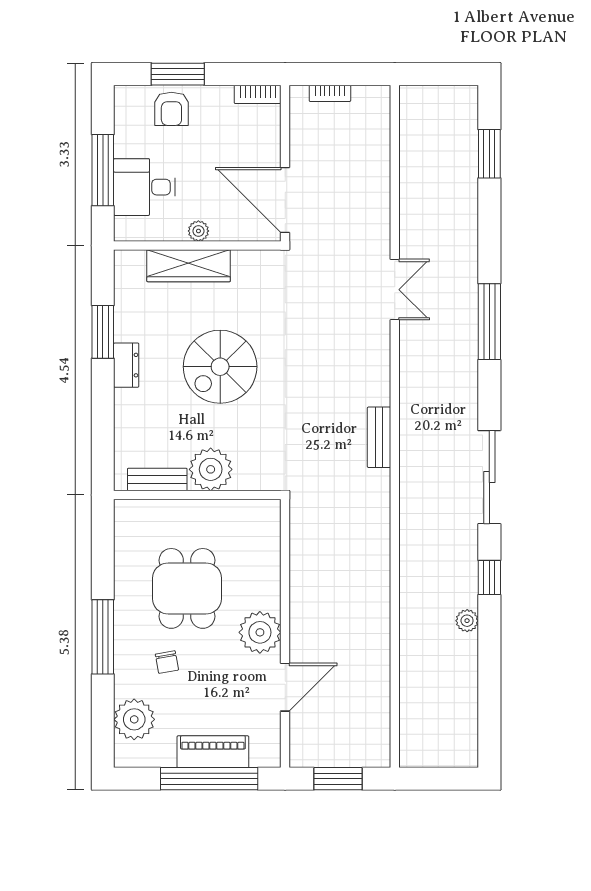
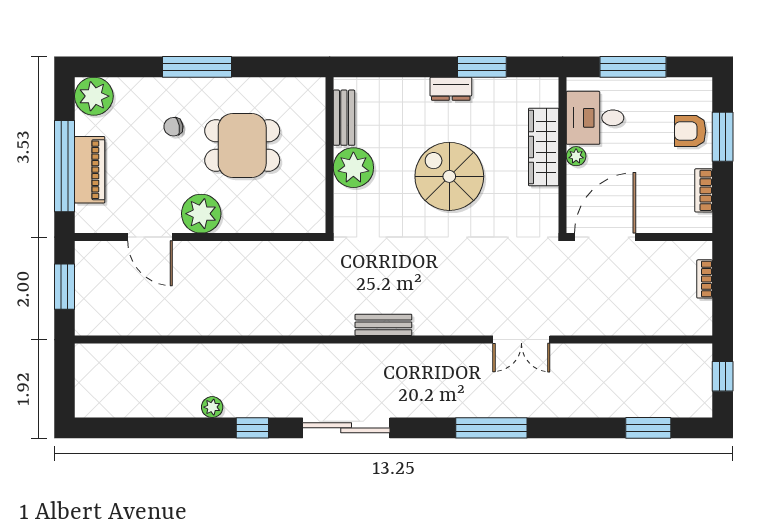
window: (434, 74) -> (723, 376), added
bookcase: (258, 94) -> (704, 190), moved
desk: (144, 187) -> (595, 118), moved, turned -90
plant: (134, 719) -> (94, 96), moved

